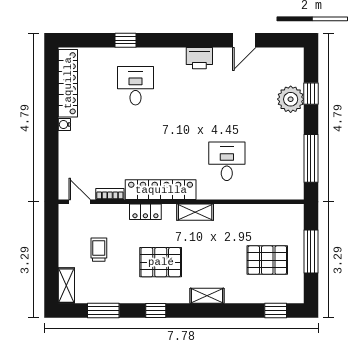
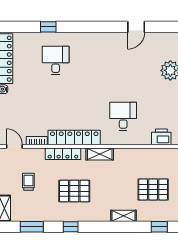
printer: (199, 58) -> (161, 137), moved, turned 180
locker: (145, 212) -> (63, 154), width x1.53
shelving: (207, 296) -> (123, 216), moved

